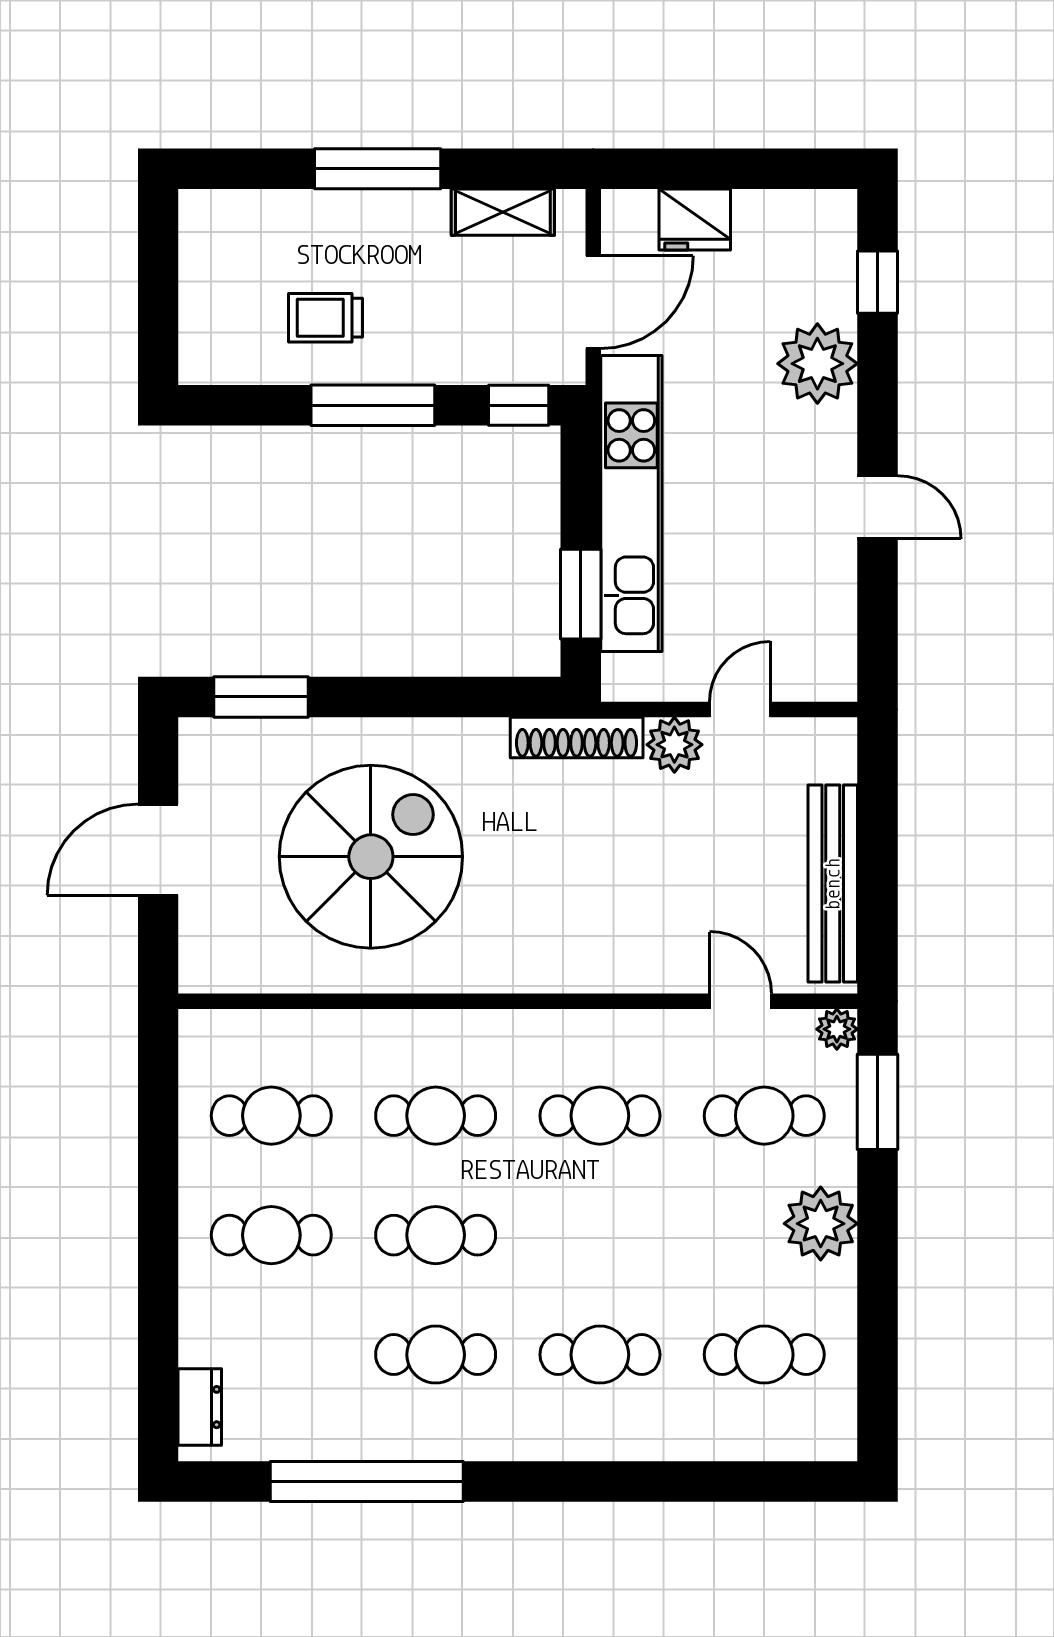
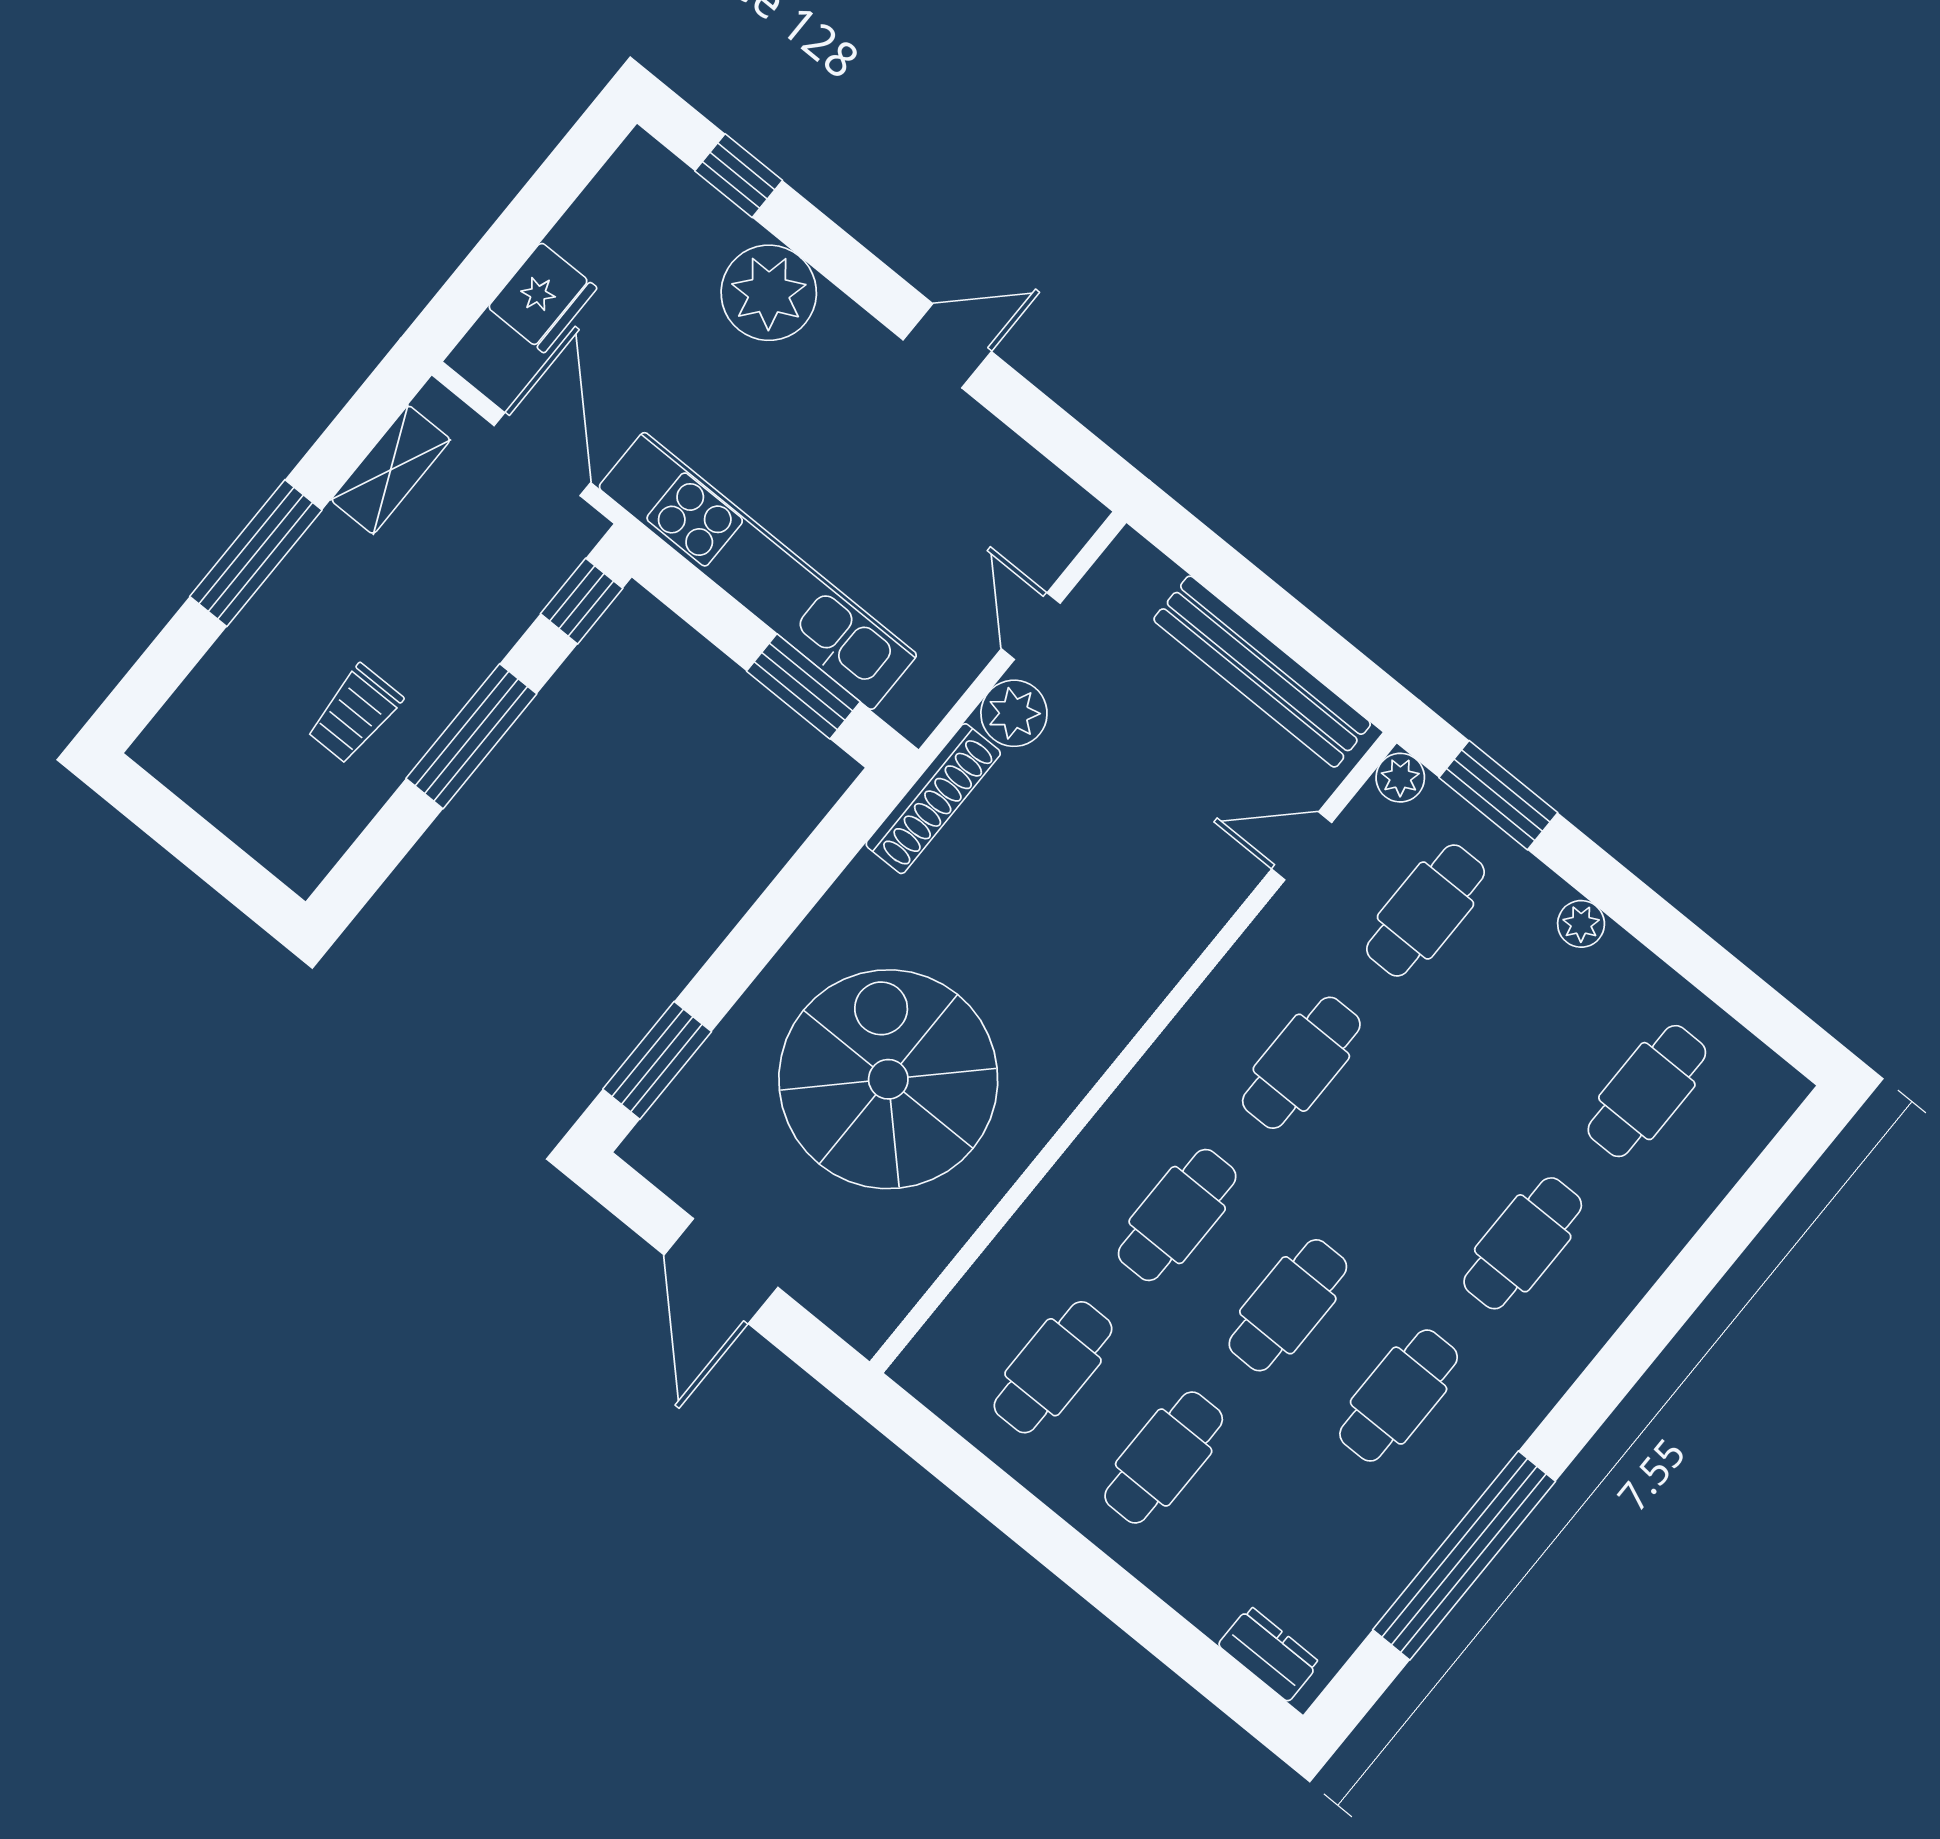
plant: (821, 1224) -> (1581, 924), width x0.53, depth x0.53

